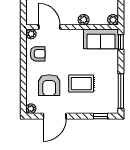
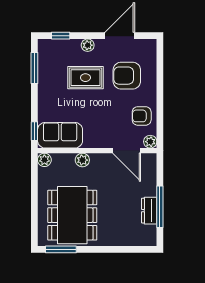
armchair: (49, 85) -> (127, 76), turned -90
window: (121, 91) -> (34, 68), width x0.69
plant: (31, 109) -> (88, 45), moved

